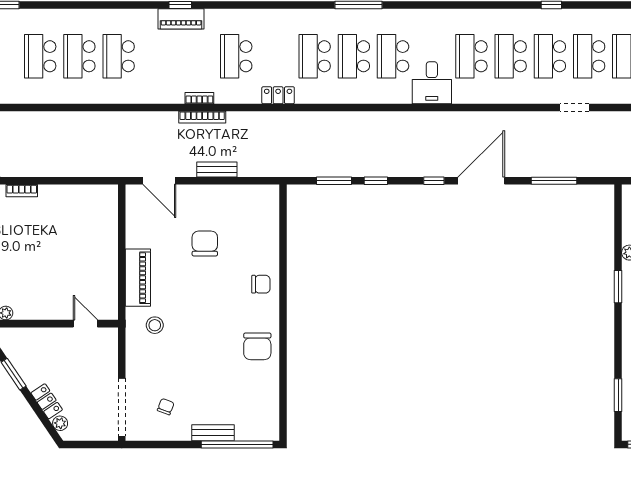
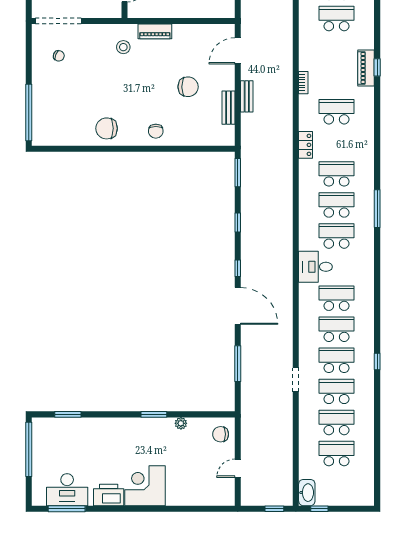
bookcase: (202, 117) -> (288, 85), removed
window: (334, 181) -> (238, 173), moved
piano: (138, 278) -> (155, 31), width x0.73, depth x0.75
bench: (213, 433) -> (228, 108), moved

